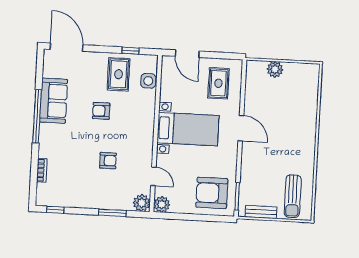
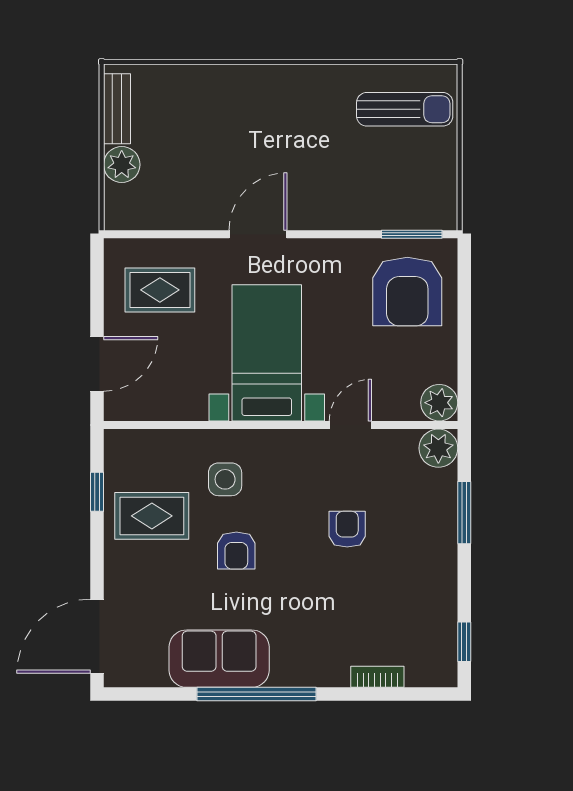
side table: (148, 81) -> (225, 479), moved
door: (153, 176) -> (350, 425), moved
bench: (261, 212) -> (117, 109), moved

